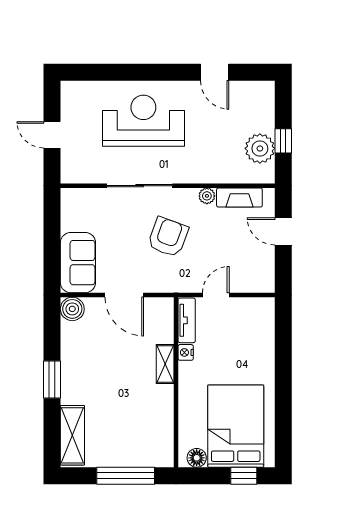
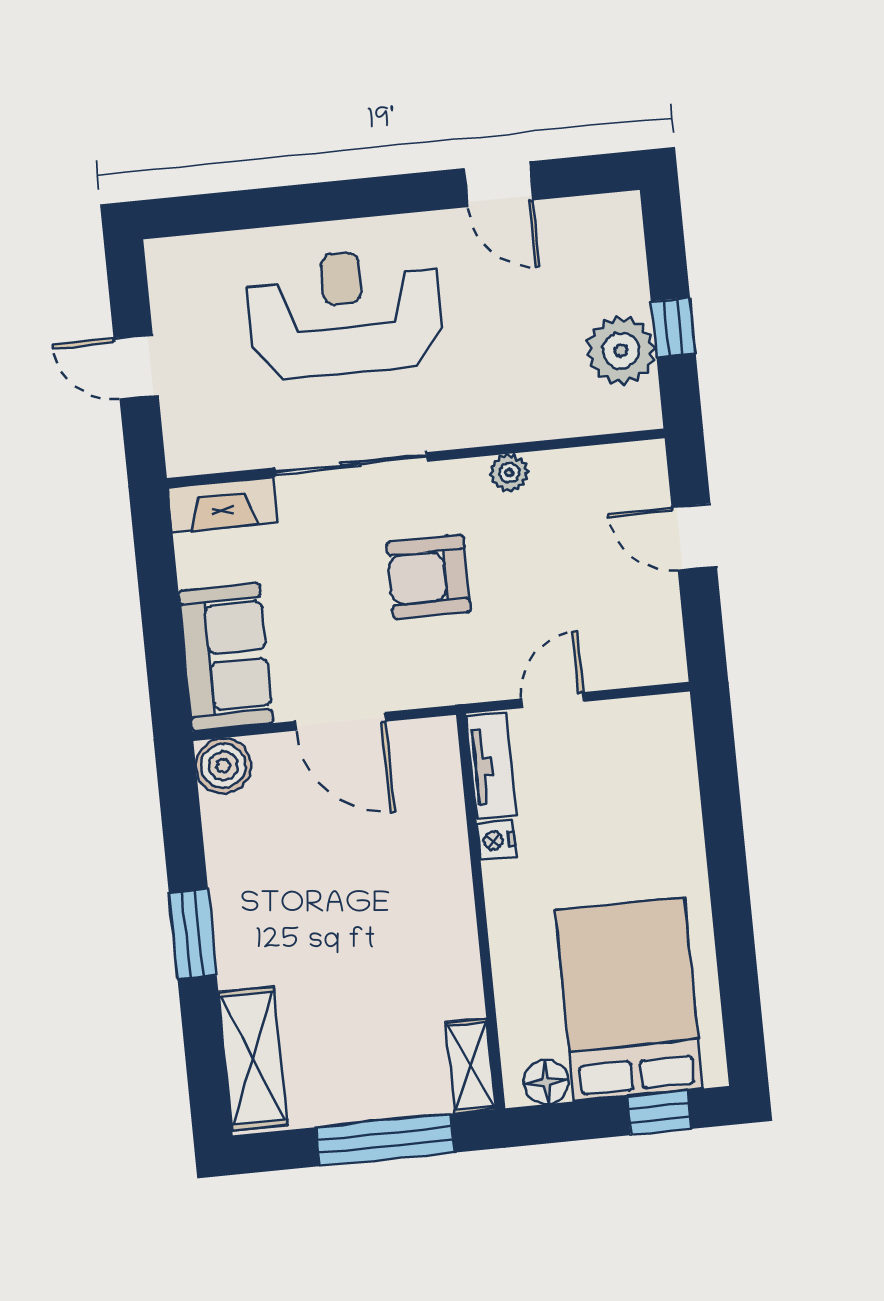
fireplace: (239, 198) -> (223, 505), moved
armchair: (168, 237) -> (428, 577), turned -110
shelving: (165, 364) -> (470, 1066), moved

